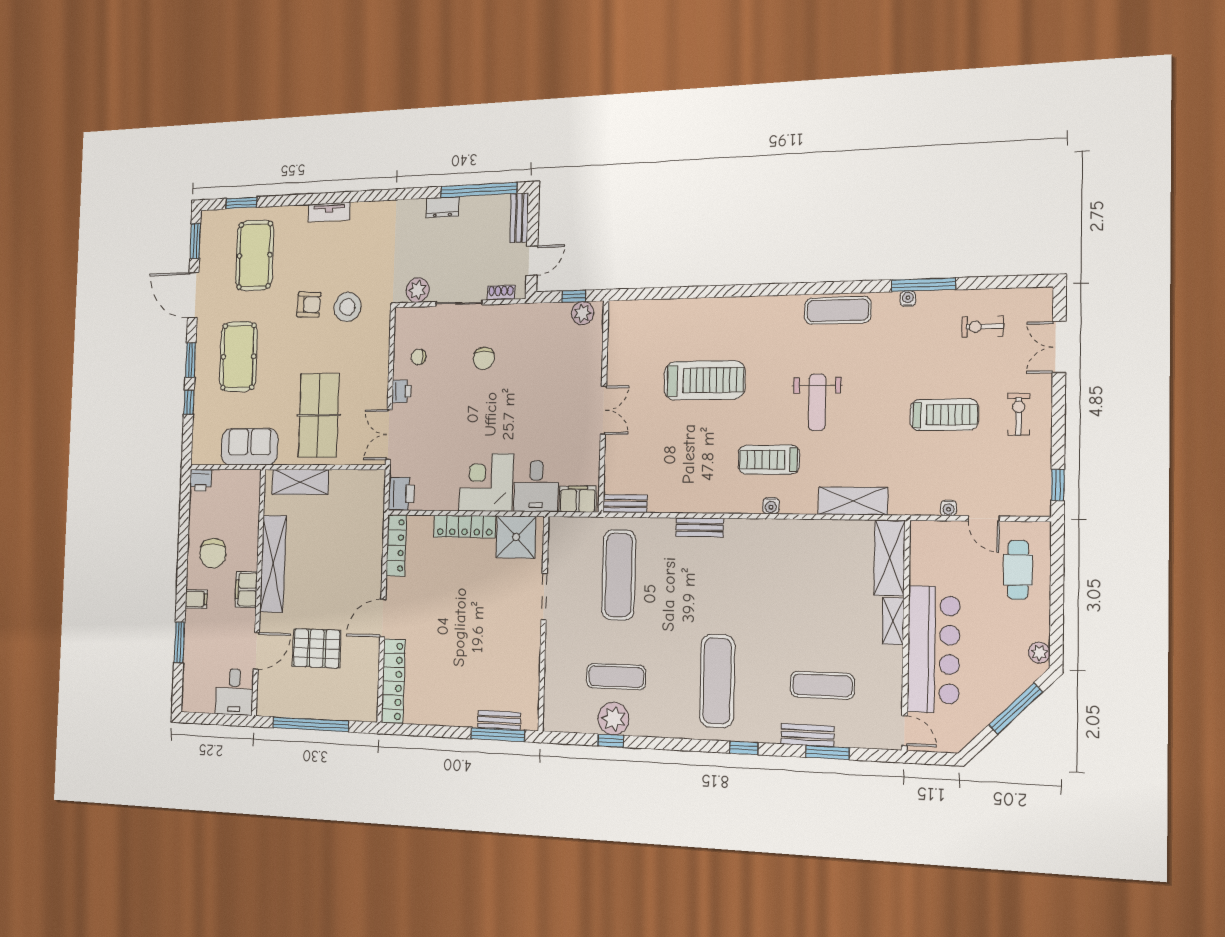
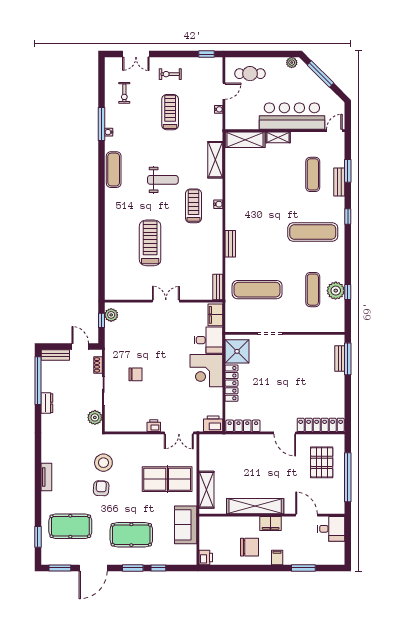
chair: (419, 357) -> (134, 415), removed
treadmill: (769, 460) -> (194, 206), turned 180
pallet: (317, 648) -> (322, 462), moved

